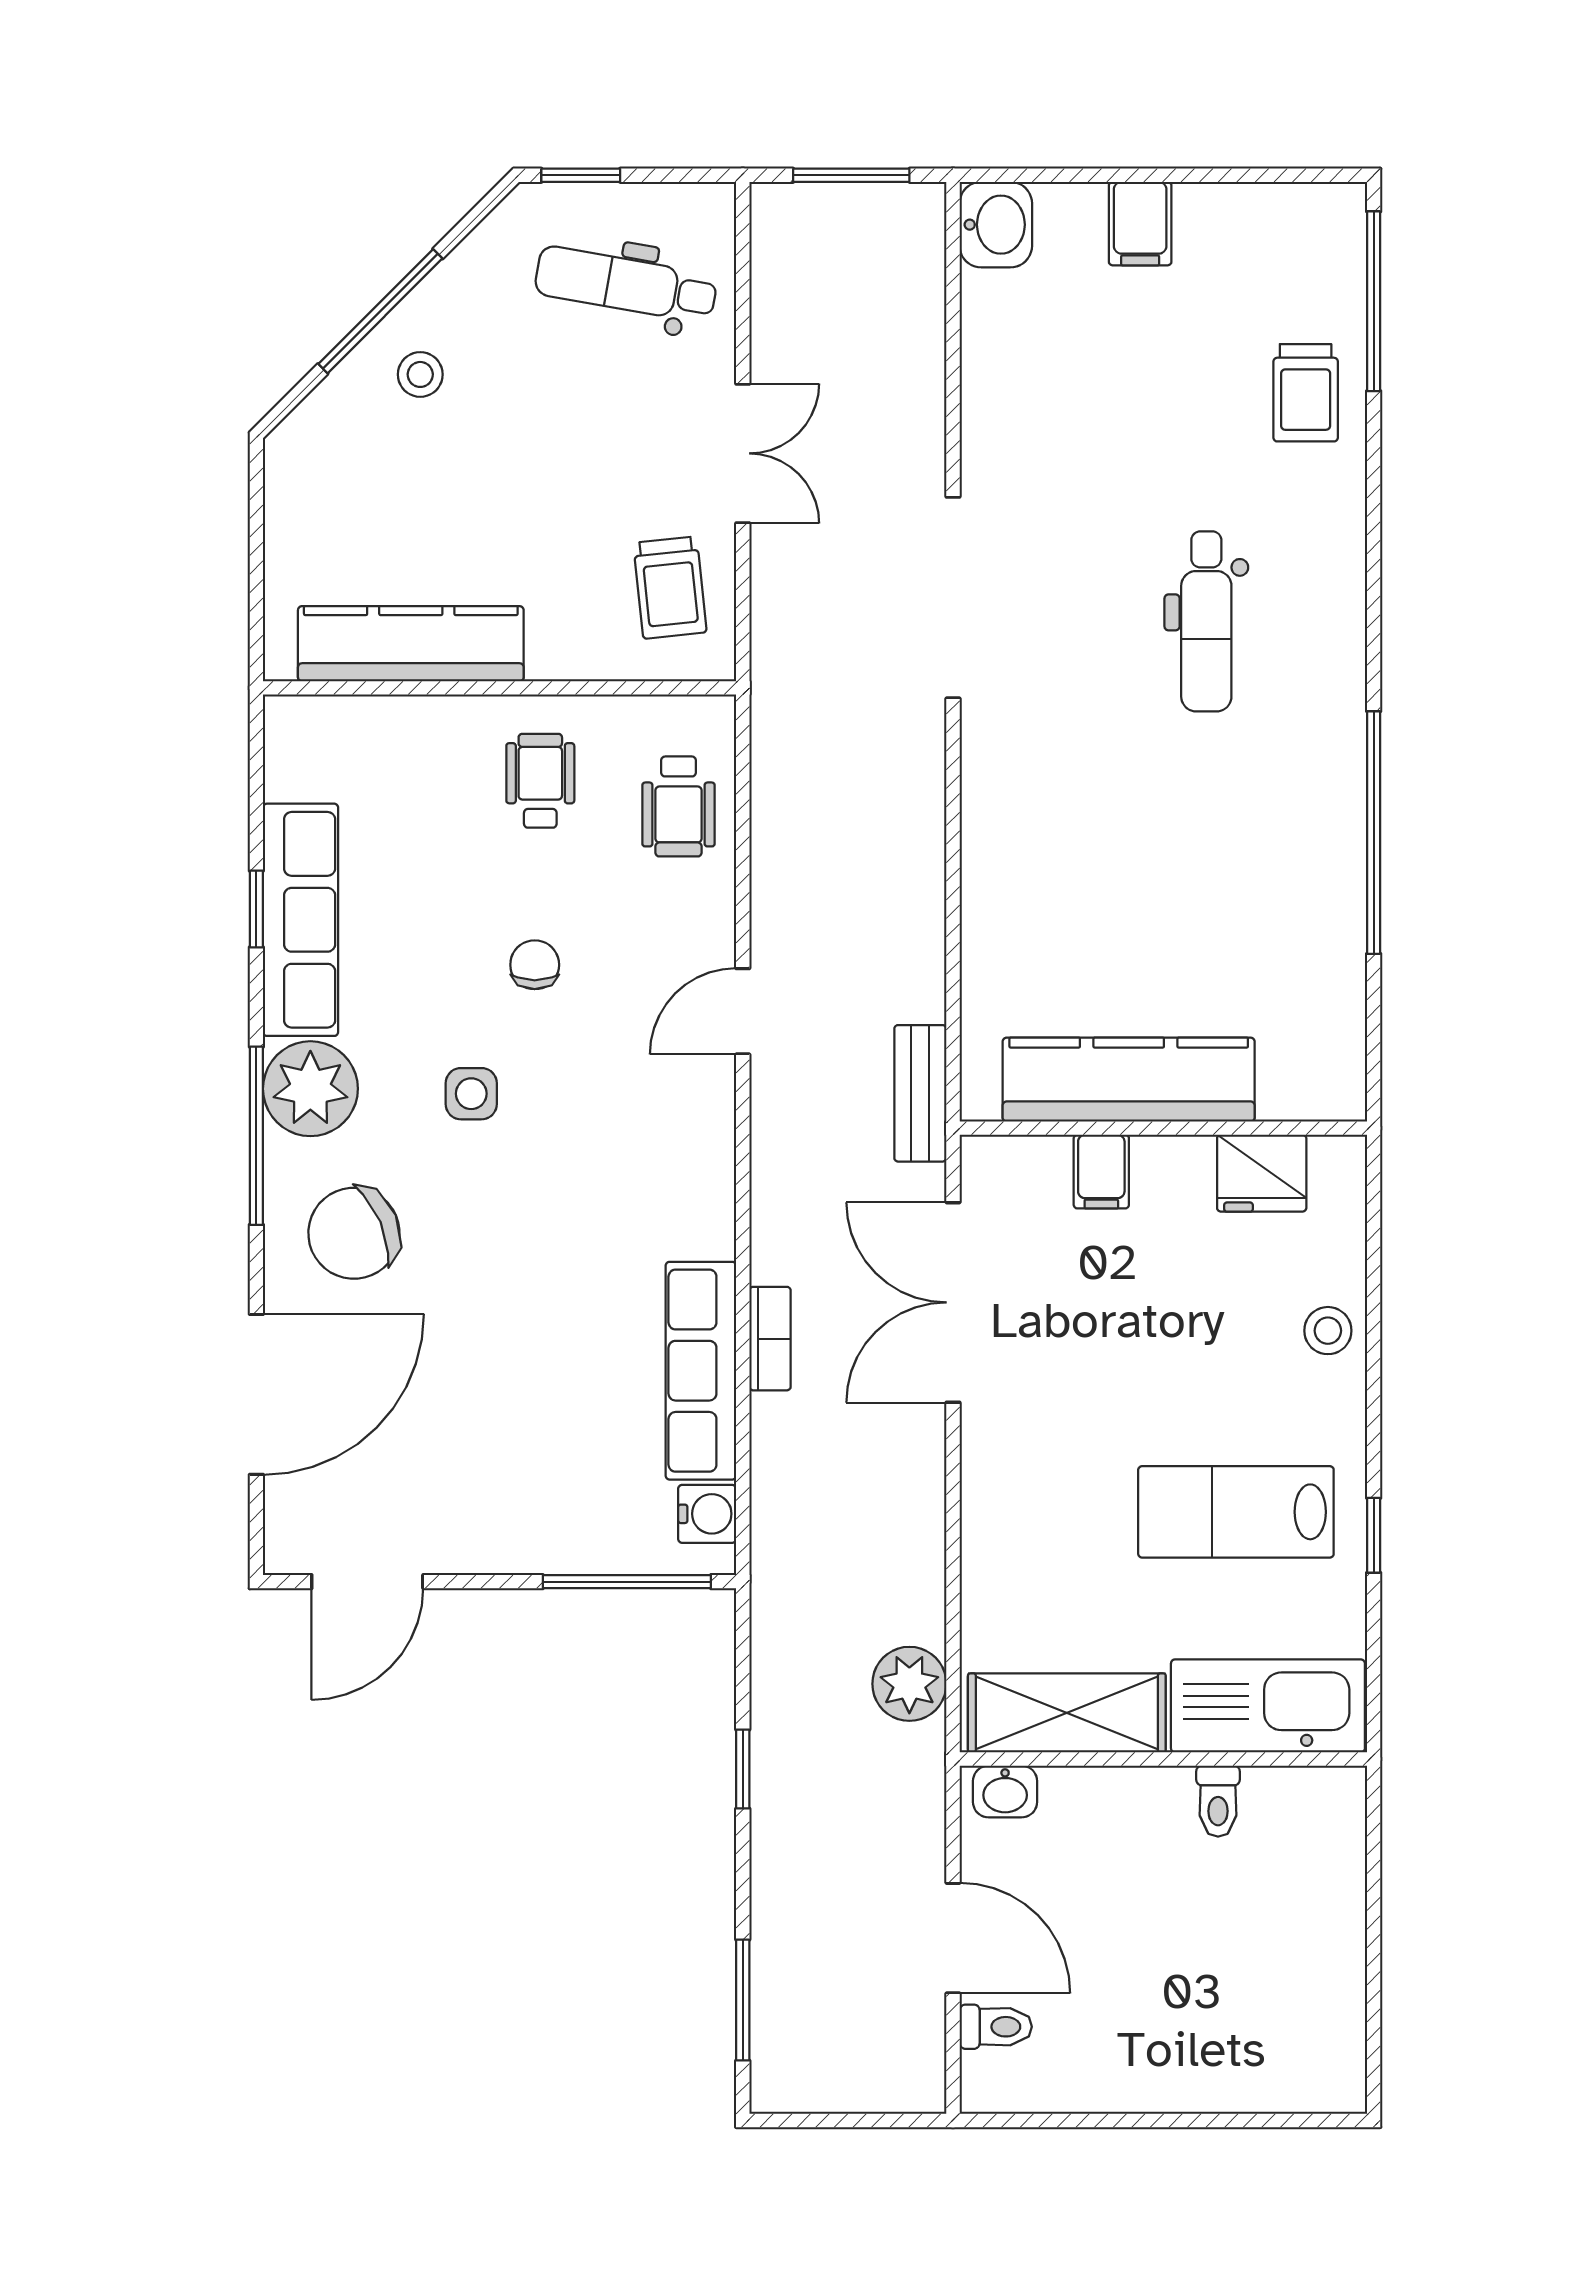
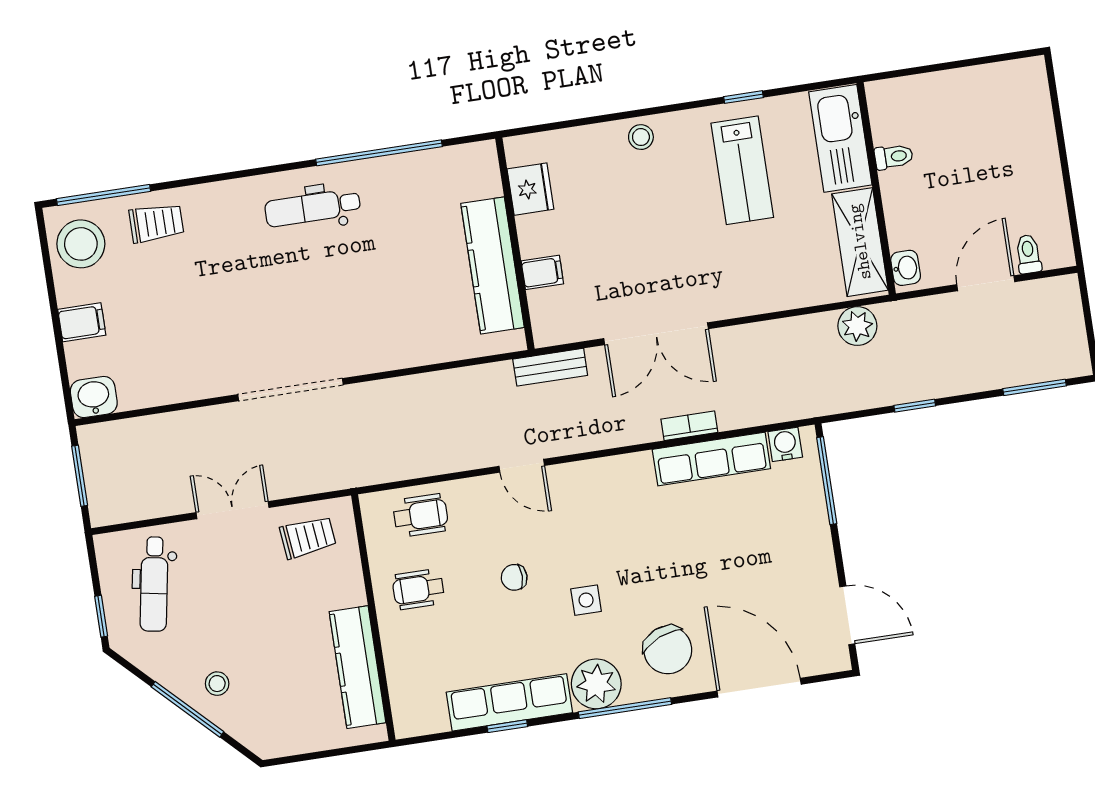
stool: (1288, 244) -> (81, 244), added
dental chair: (1206, 621) -> (313, 208), moved, turned 180
kitchen counter: (1129, 1080) -> (492, 265), moved
wall: (1163, 1128) -> (515, 244), moved
filing cabinet: (1101, 1172) -> (542, 272), moved
fridge: (1262, 1173) -> (530, 189), moved

